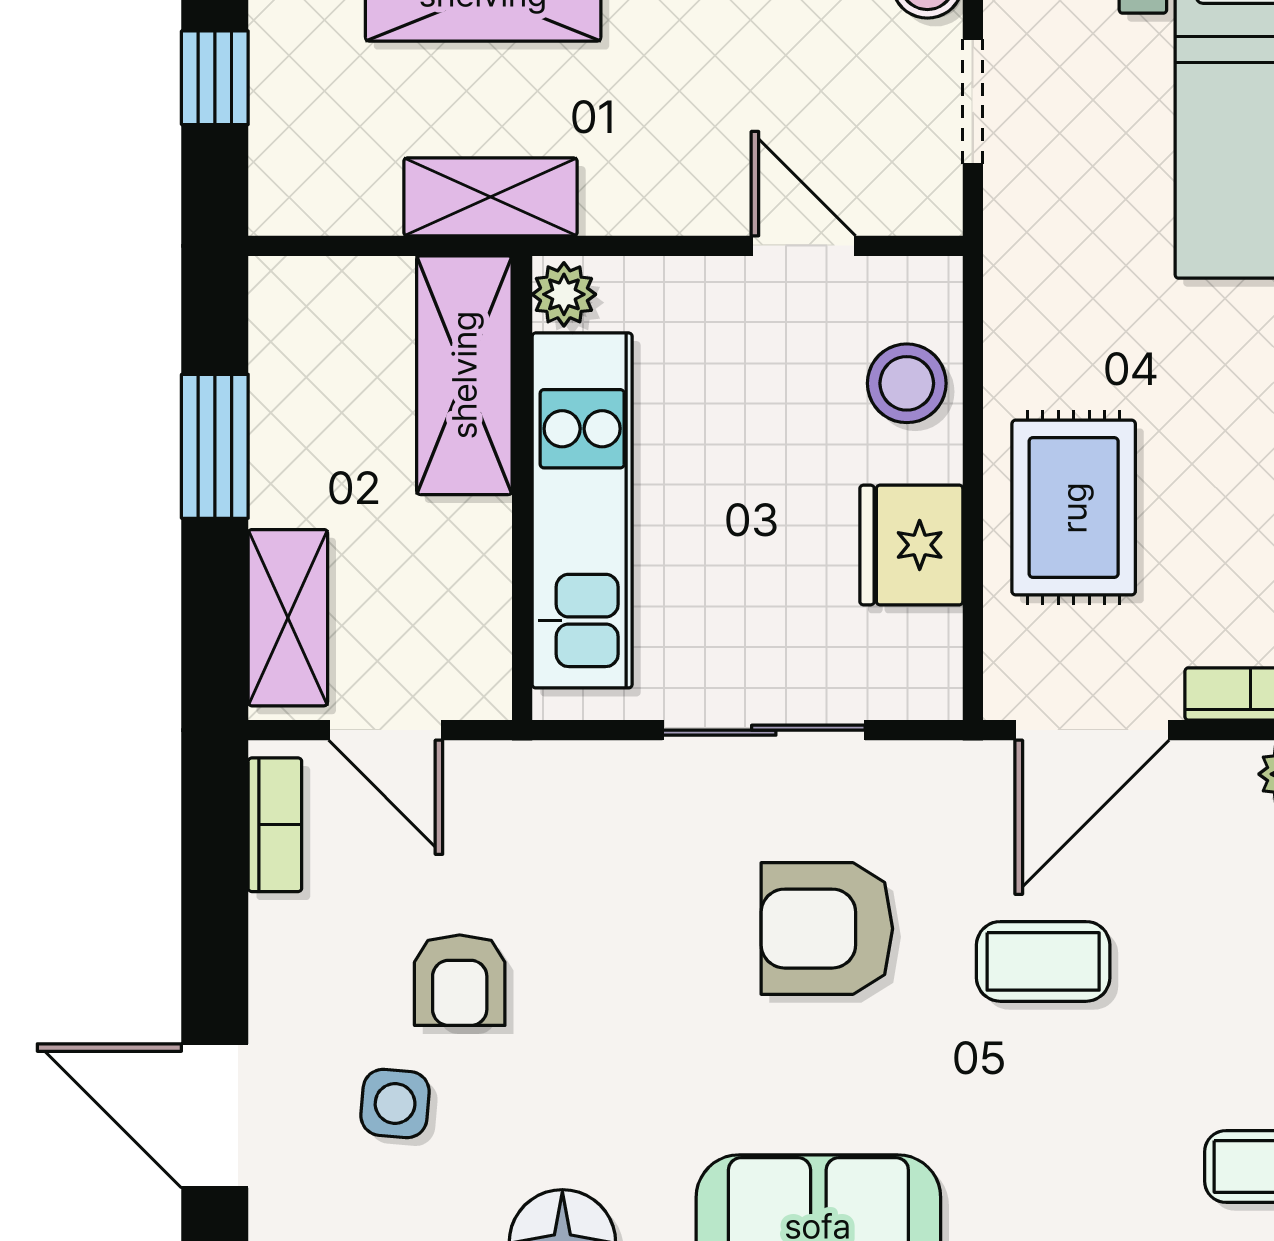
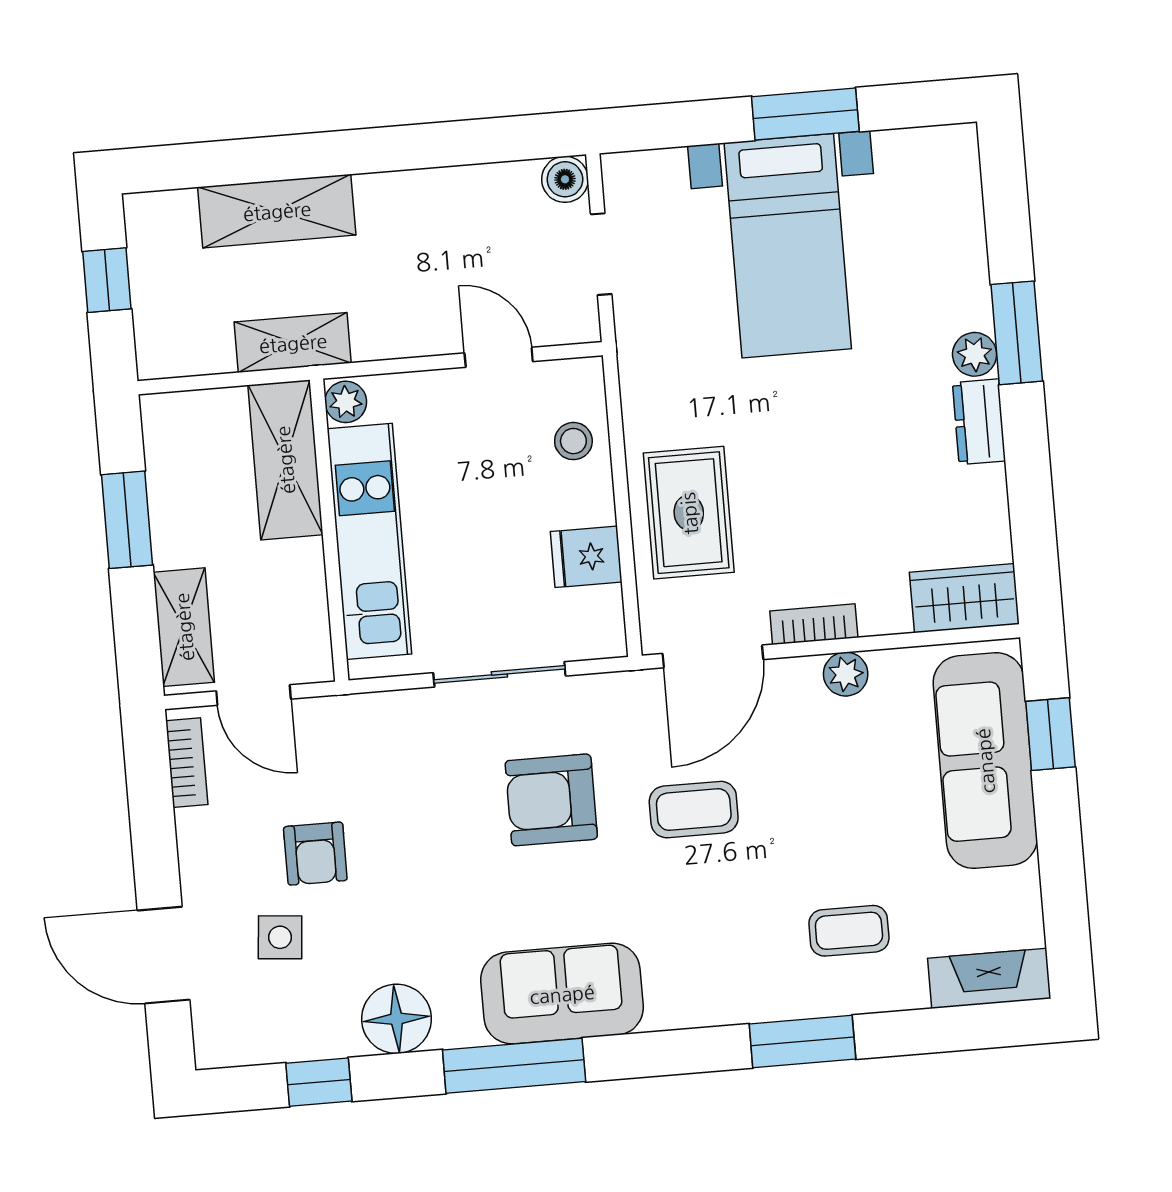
stool: (907, 383) -> (573, 441), width x0.73, depth x0.73
fridge: (911, 545) -> (586, 557), width x0.72

